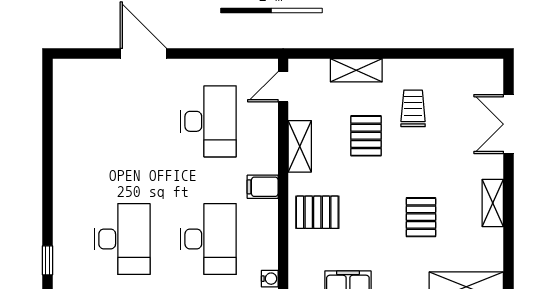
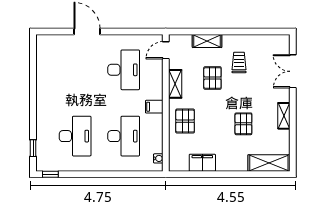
pallet: (317, 212) -> (185, 121), turned 90

